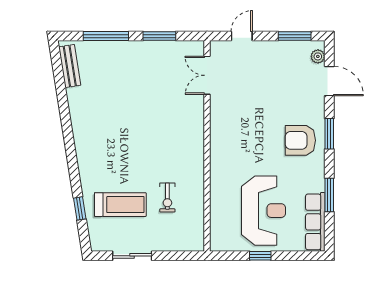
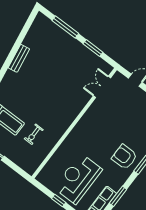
bench: (70, 66) -> (19, 58), moved
reception desk: (264, 211) -> (78, 179), turned 180

